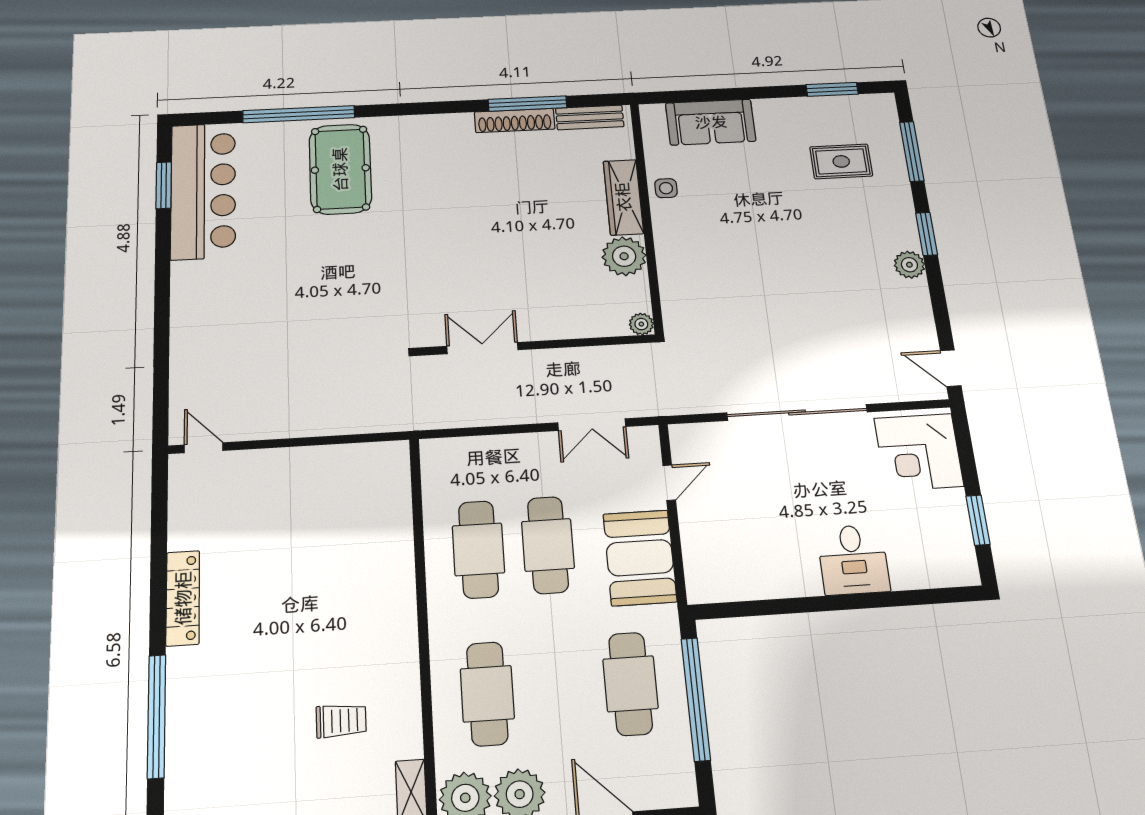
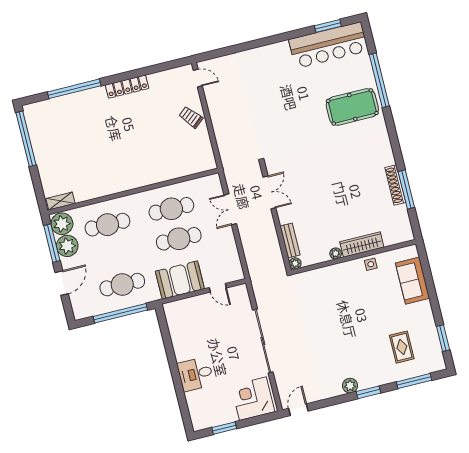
bench: (590, 117) -> (290, 241), moved
plant: (624, 256) -> (336, 253), width x0.53, depth x0.53
double door: (592, 425) -> (230, 209), moved
door: (204, 448) -> (198, 78), hinge flipped
trolley: (341, 721) -> (191, 117), moved, turned 140

